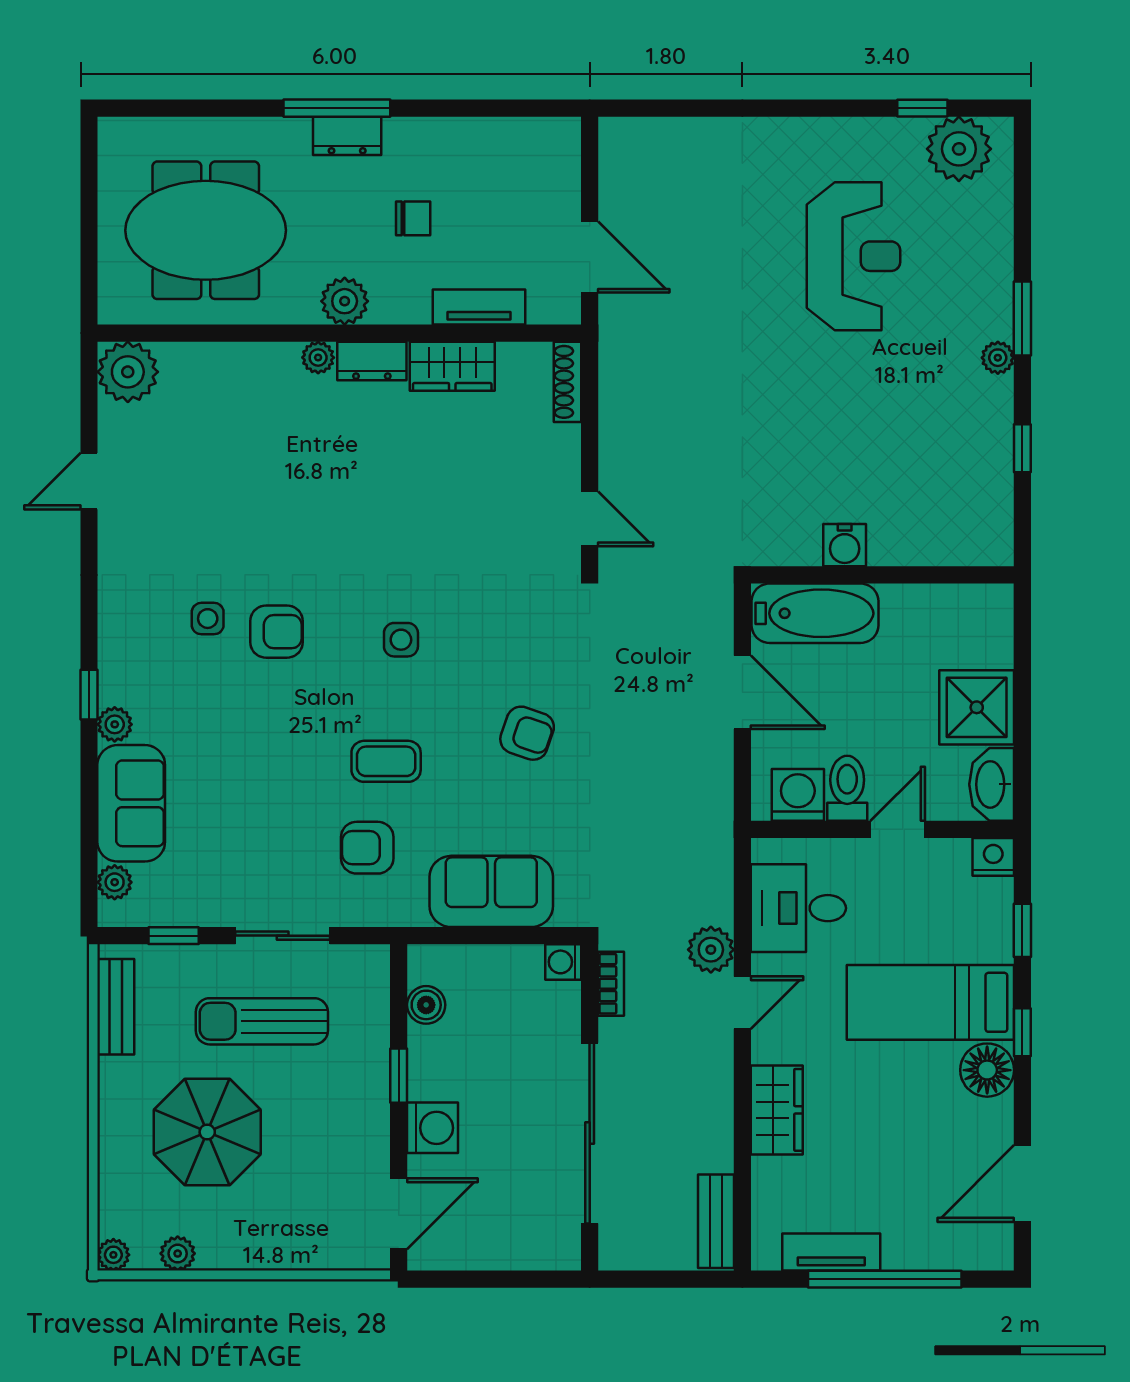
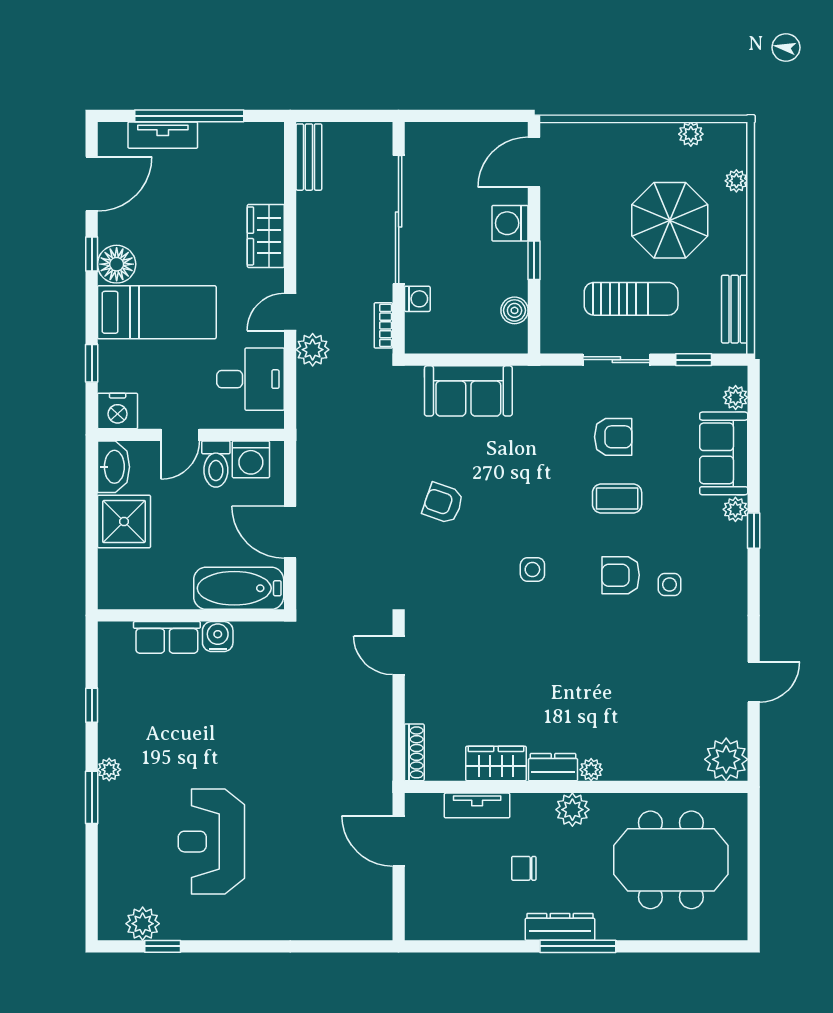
dresser: (347, 136) -> (560, 927), width x1.44
plant: (959, 149) -> (143, 924), width x0.73, depth x0.73
row of seats: (916, 544) -> (167, 637), added
coffee table: (386, 761) -> (617, 499), moved
armchair: (367, 848) -> (613, 437), moved
nightstand: (993, 857) -> (118, 411), width x1.36, depth x1.33
washing machine: (563, 962) -> (417, 299), moved
window: (1022, 1032) -> (92, 254), moved
tv unit: (831, 1252) -> (163, 135), moved
plant: (113, 1255) -> (736, 181), moved

